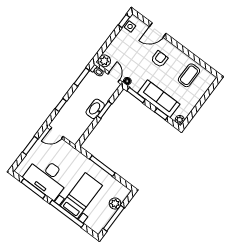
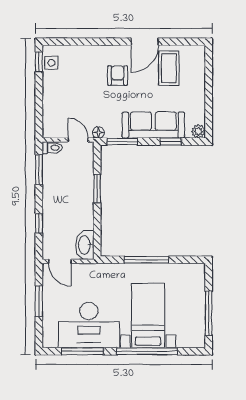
door: (158, 30) -> (145, 42), moved
plant: (104, 61) -> (52, 129), removed
washbasin: (95, 109) -> (85, 245), moved
door: (57, 133) -> (60, 261), hinge flipped
plant: (115, 203) -> (197, 294), removed

